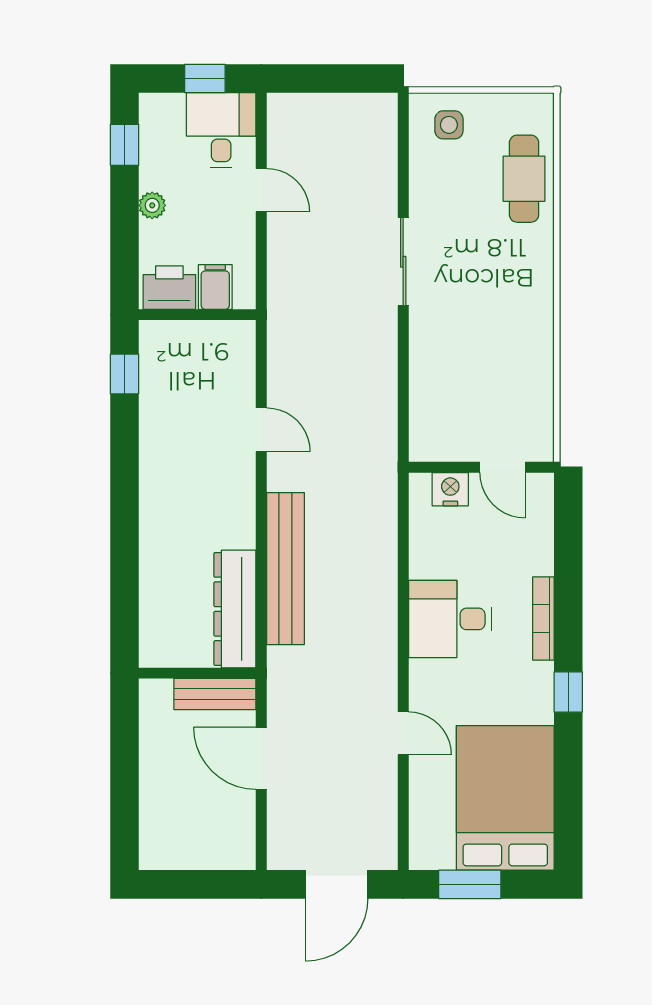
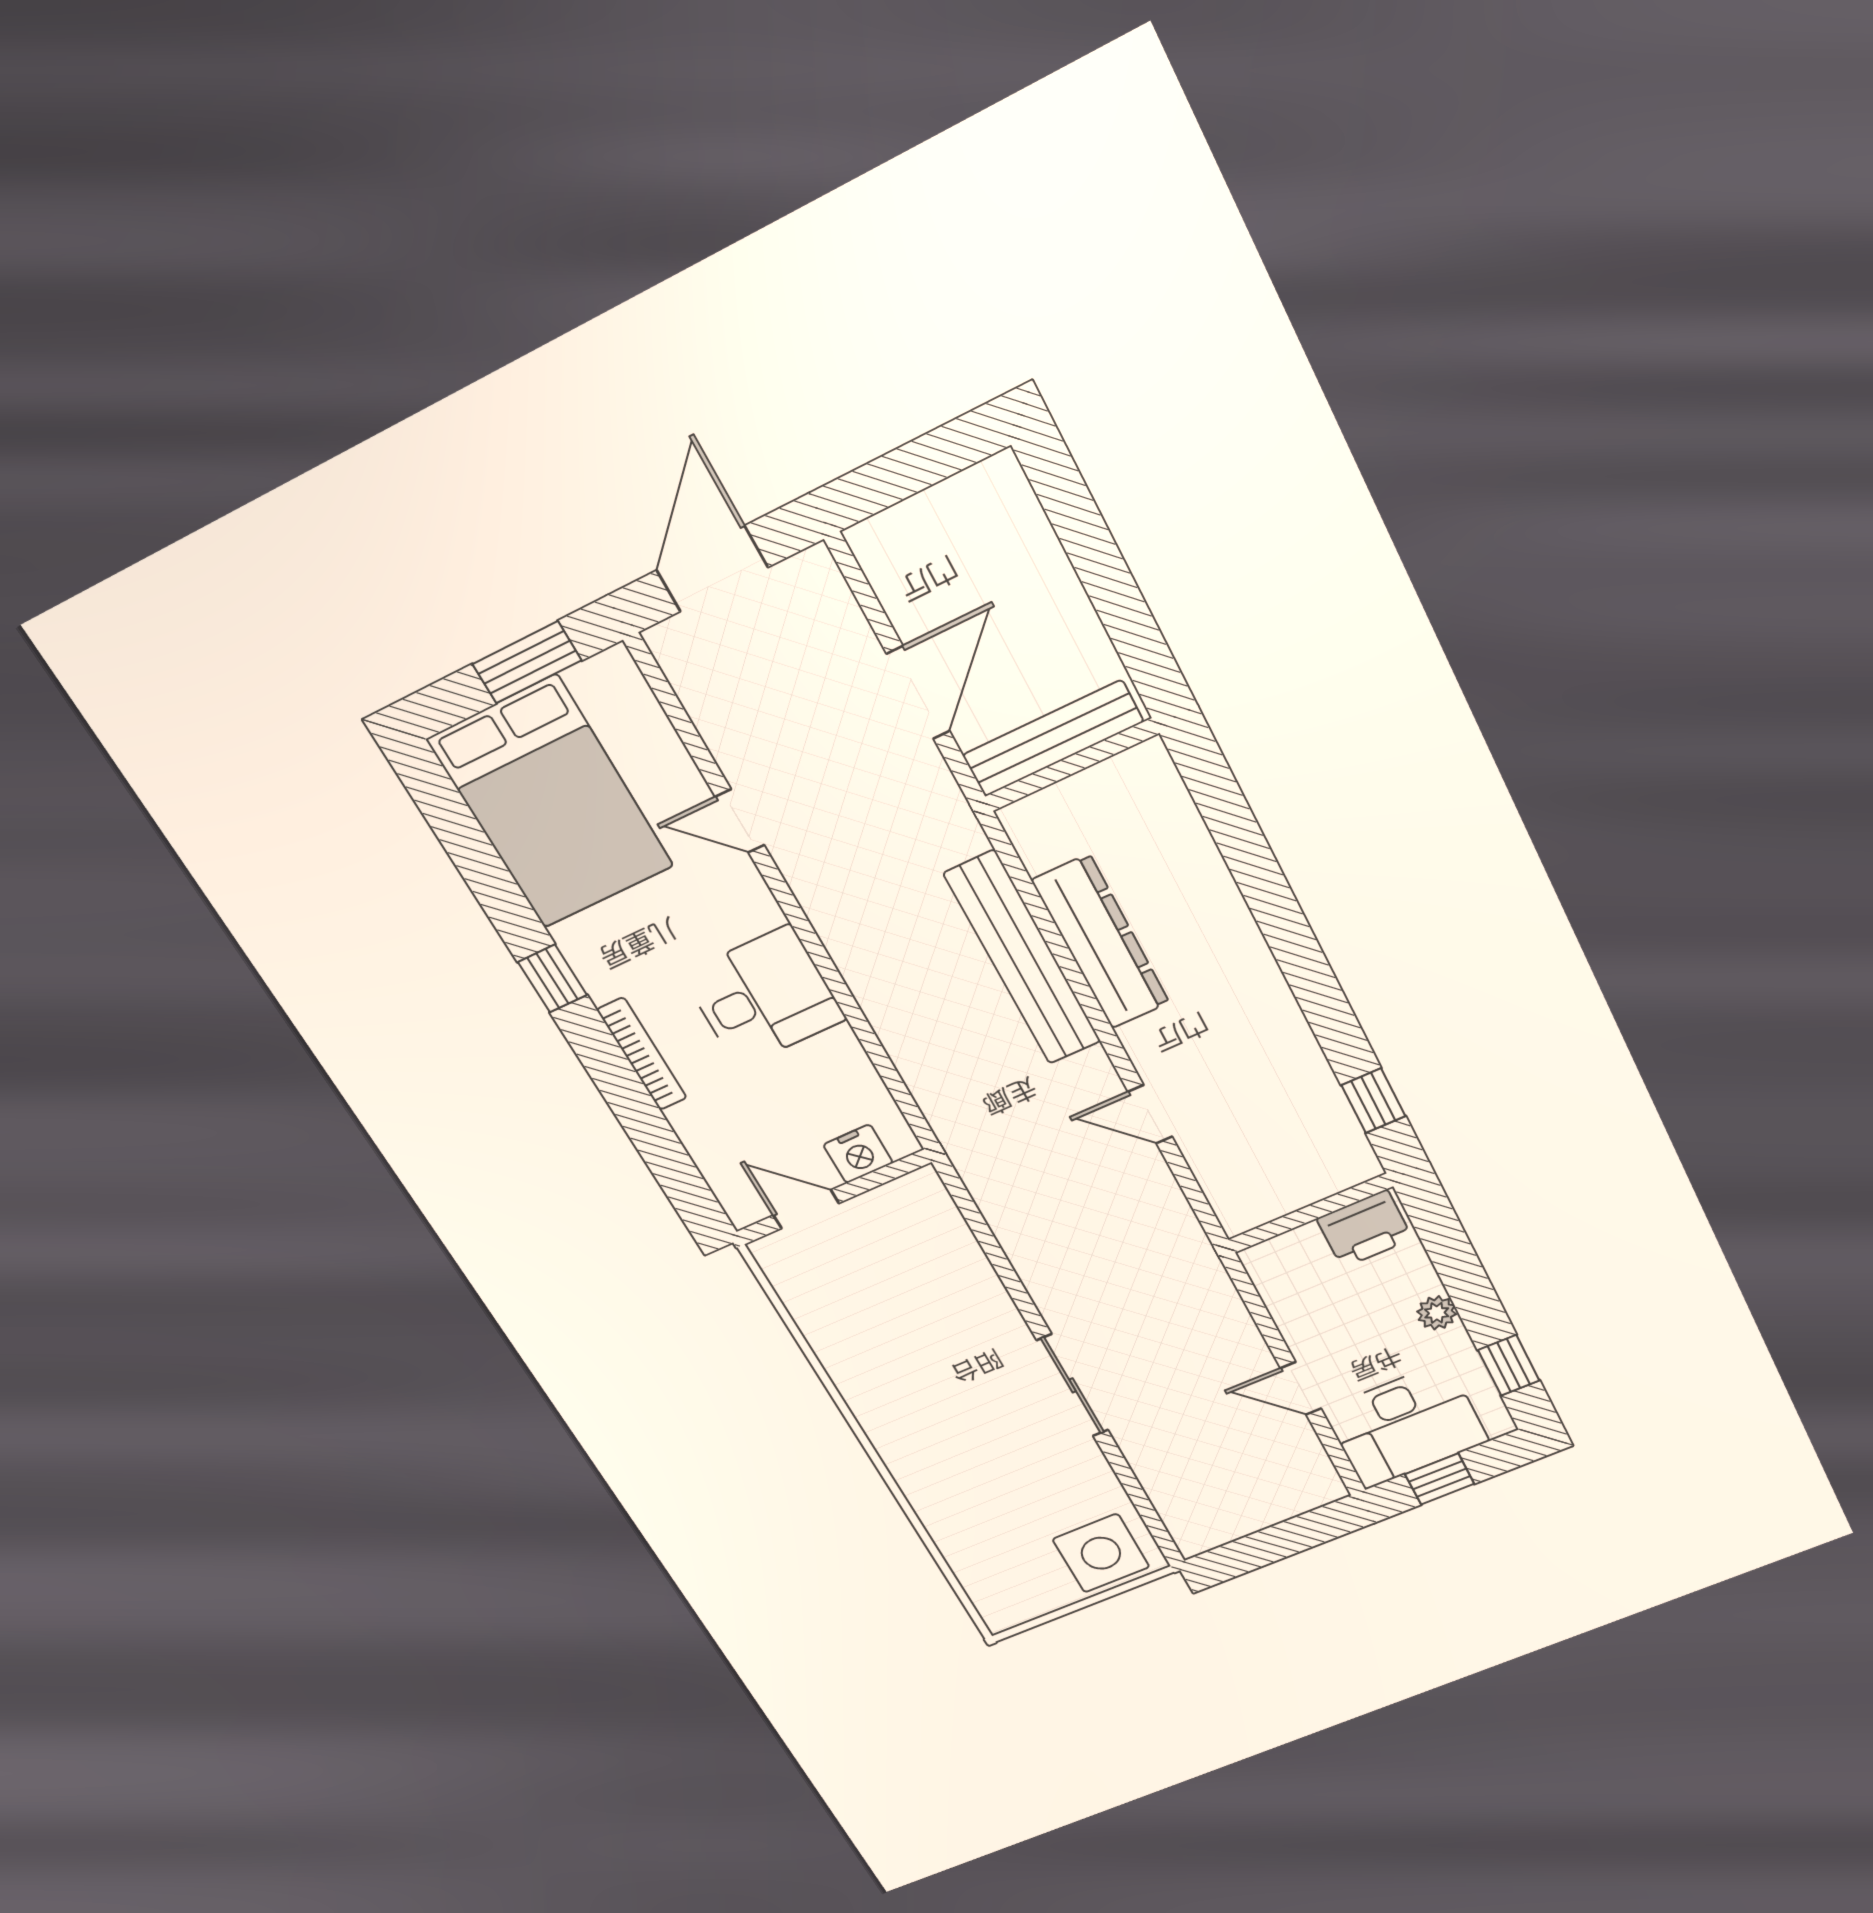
side table: (449, 125) -> (1101, 1553), width x1.87, depth x1.87
desk: (221, 130) -> (1406, 1426), width x1.37
cafe table: (524, 179) -> (974, 1535), removed
filing cabinet: (215, 287) -> (1303, 1255), removed
dresser: (235, 609) -> (1101, 942), moved
bench: (215, 694) -> (1053, 738), width x1.36
door: (261, 758) -> (918, 692), hinge flipped

